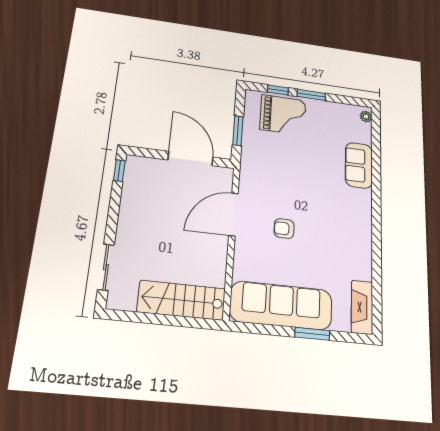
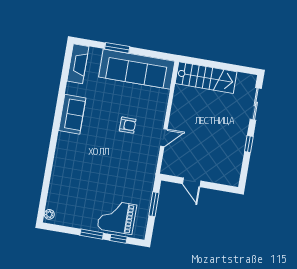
door: (191, 159) -> (192, 182), width x0.53
sofa: (359, 165) -> (72, 114), moved
window: (119, 171) -> (249, 144), moved
door: (233, 214) -> (164, 138), width x0.53

